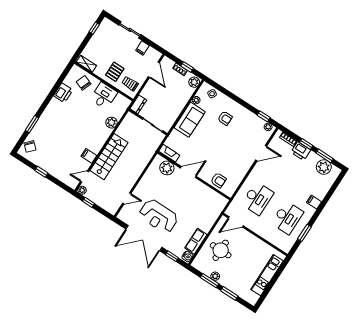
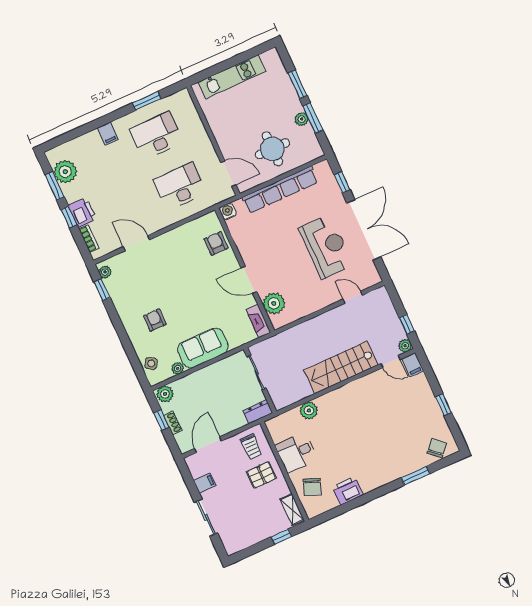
window: (94, 28) -> (281, 537), moved
filing cabinet: (89, 156) -> (413, 365), moved
row of seats: (196, 241) -> (280, 190), width x2.02
water cooler: (187, 256) -> (228, 211), moved

